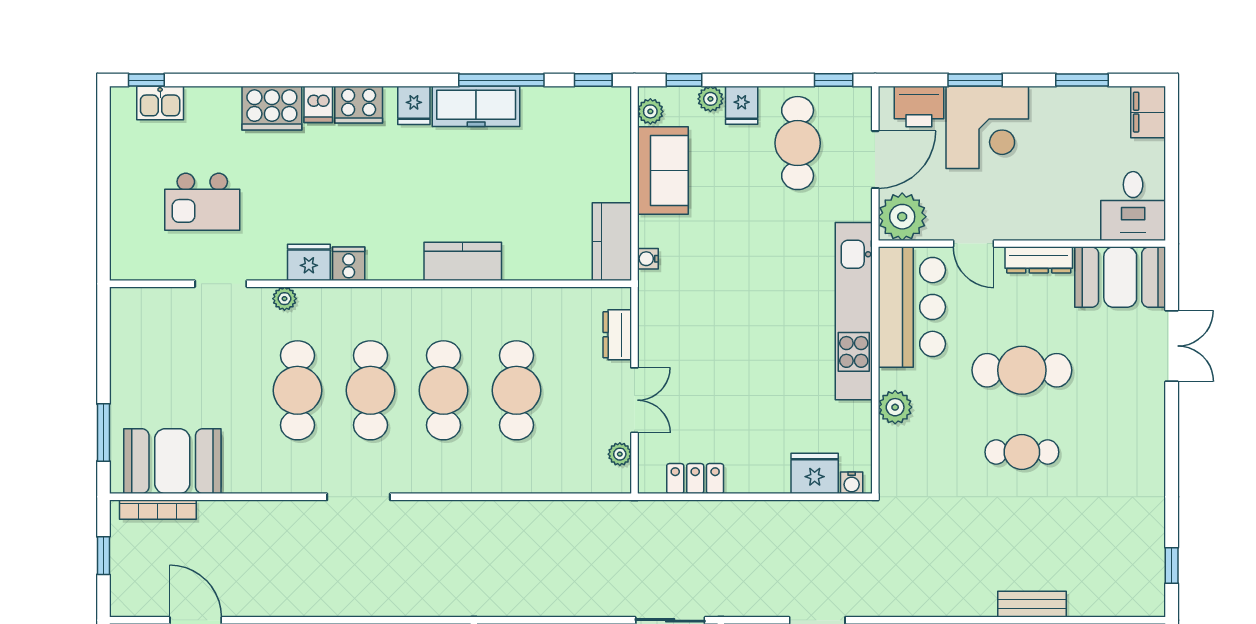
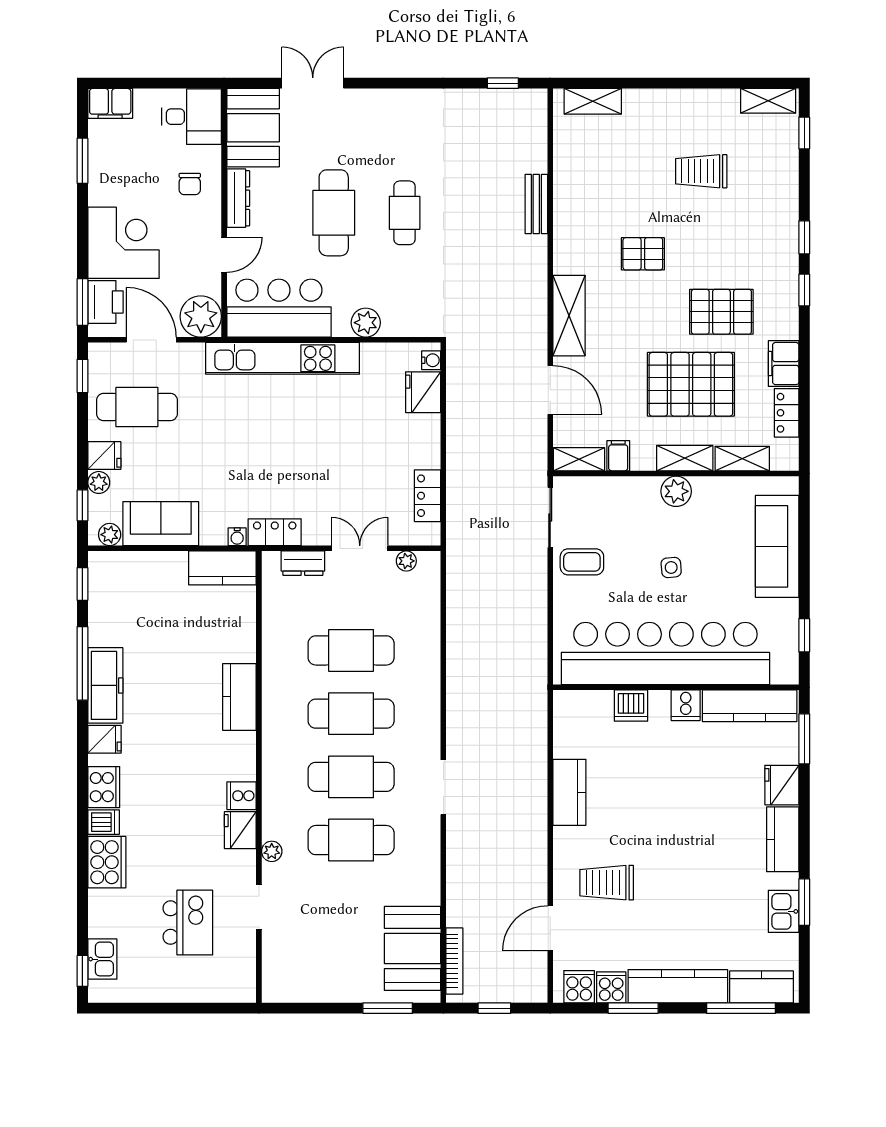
window: (975, 80) -> (82, 302), moved
chair: (1055, 204) -> (190, 184), added
locker: (653, 302) -> (275, 532), added

